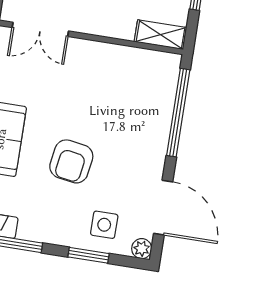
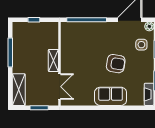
shelving: (160, 35) -> (53, 60), moved

